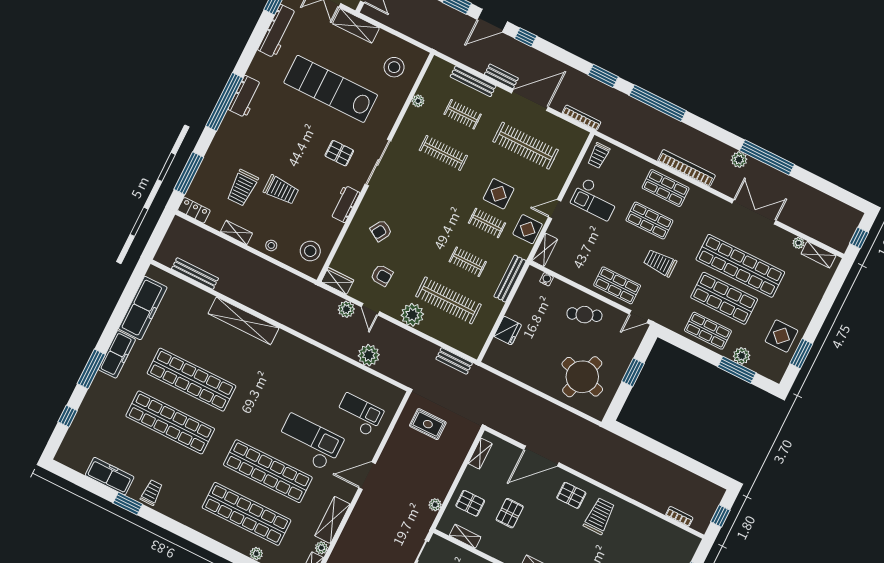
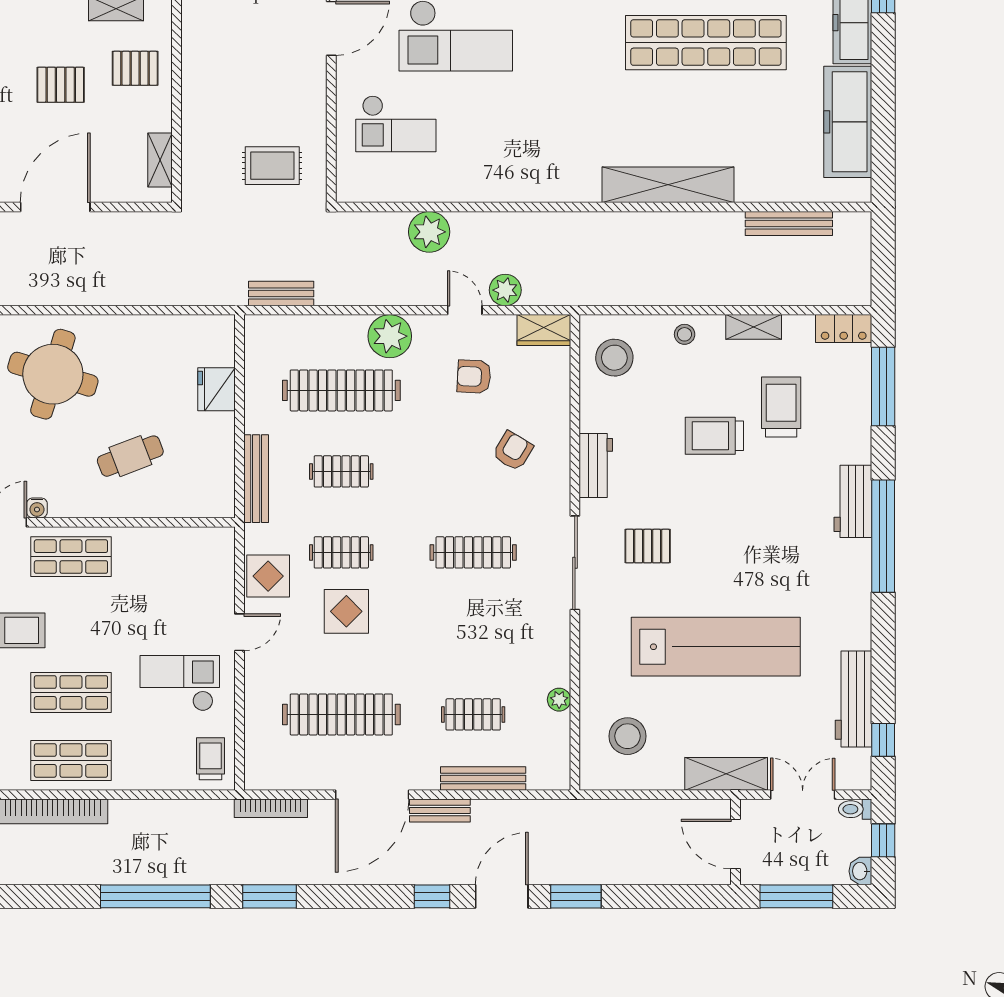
workbench: (245, 96) -> (853, 501), moved
clothes rail: (443, 153) -> (473, 552), moved
shelving: (545, 250) -> (222, 556), removed
water cooler: (547, 279) -> (37, 508), moved
cafe table: (584, 315) -> (130, 456), moved
plant: (435, 505) -> (193, 36), removed
pallet: (510, 513) -> (61, 85), turned 90

